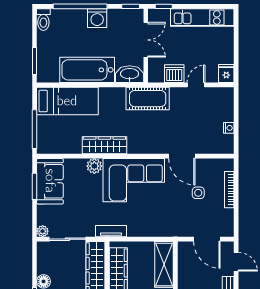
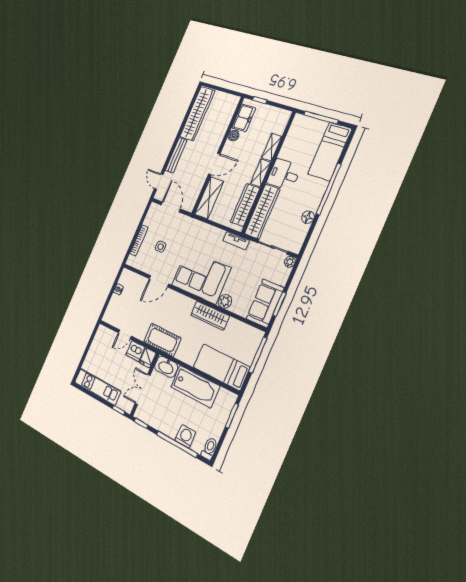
washing machine: (97, 18) -> (185, 436), moved
fridge: (226, 74) -> (148, 358), moved
door: (182, 156) -> (159, 281), swing flipped

